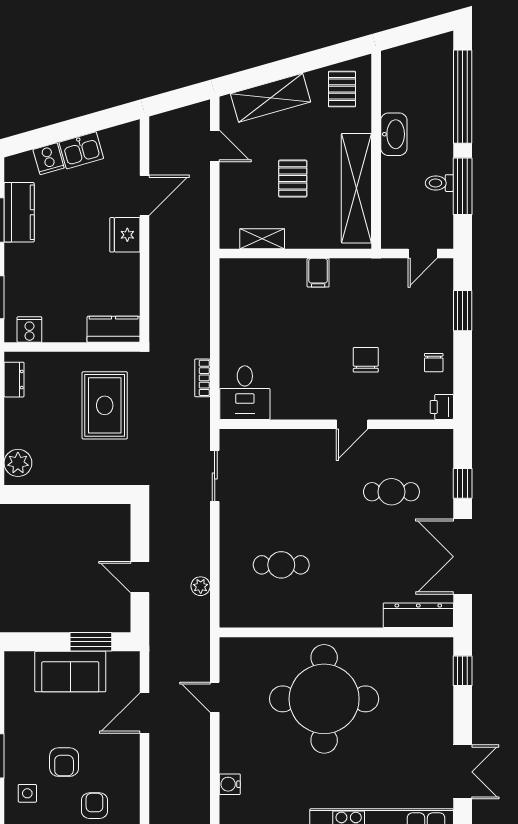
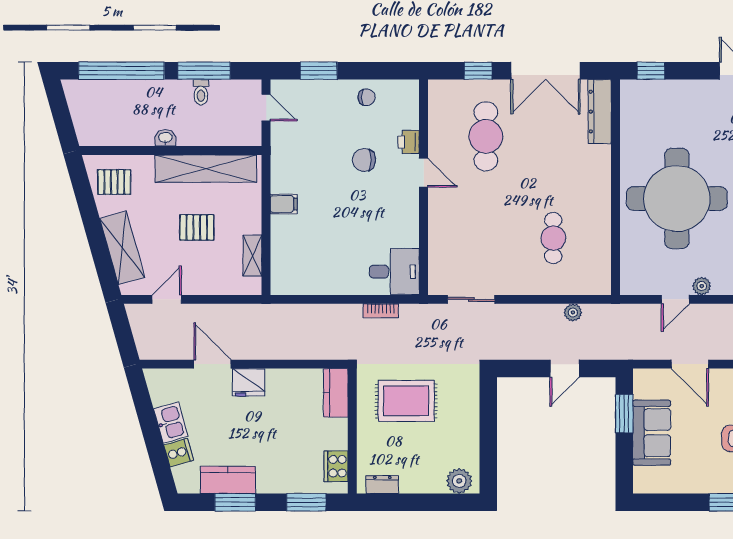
washbasin: (394, 134) -> (165, 138), width x0.52, depth x0.69
cooker: (29, 329) -> (336, 466), width x1.36
printer: (442, 407) -> (409, 142), moved, turned 90
cafe table: (391, 492) -> (486, 136), width x1.37, depth x1.35
plant: (229, 726) -> (702, 286), added

